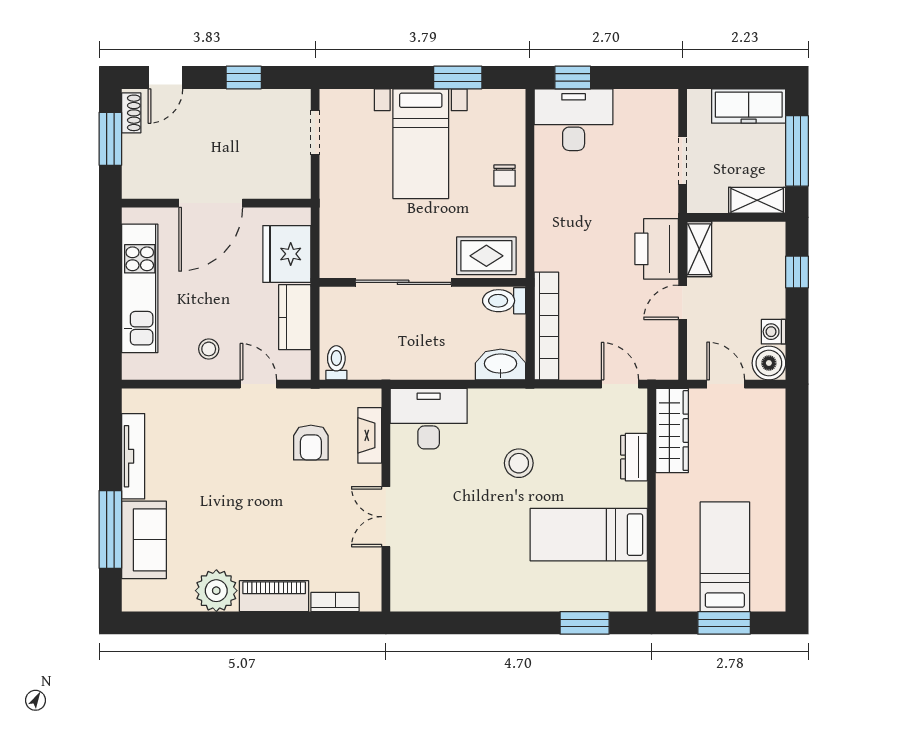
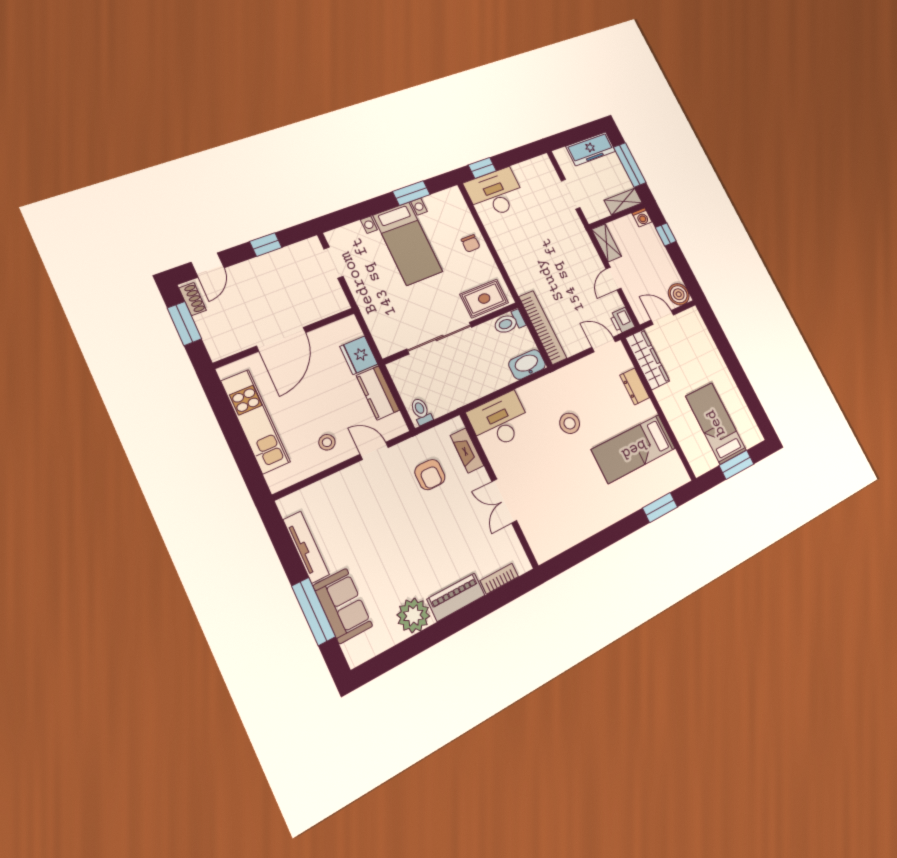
printer: (657, 249) -> (622, 321), moved, width x0.53, depth x0.68
fridge: (287, 254) -> (359, 355), width x0.73, depth x0.75
washing machine: (774, 332) -> (642, 217), moved, turned -90

